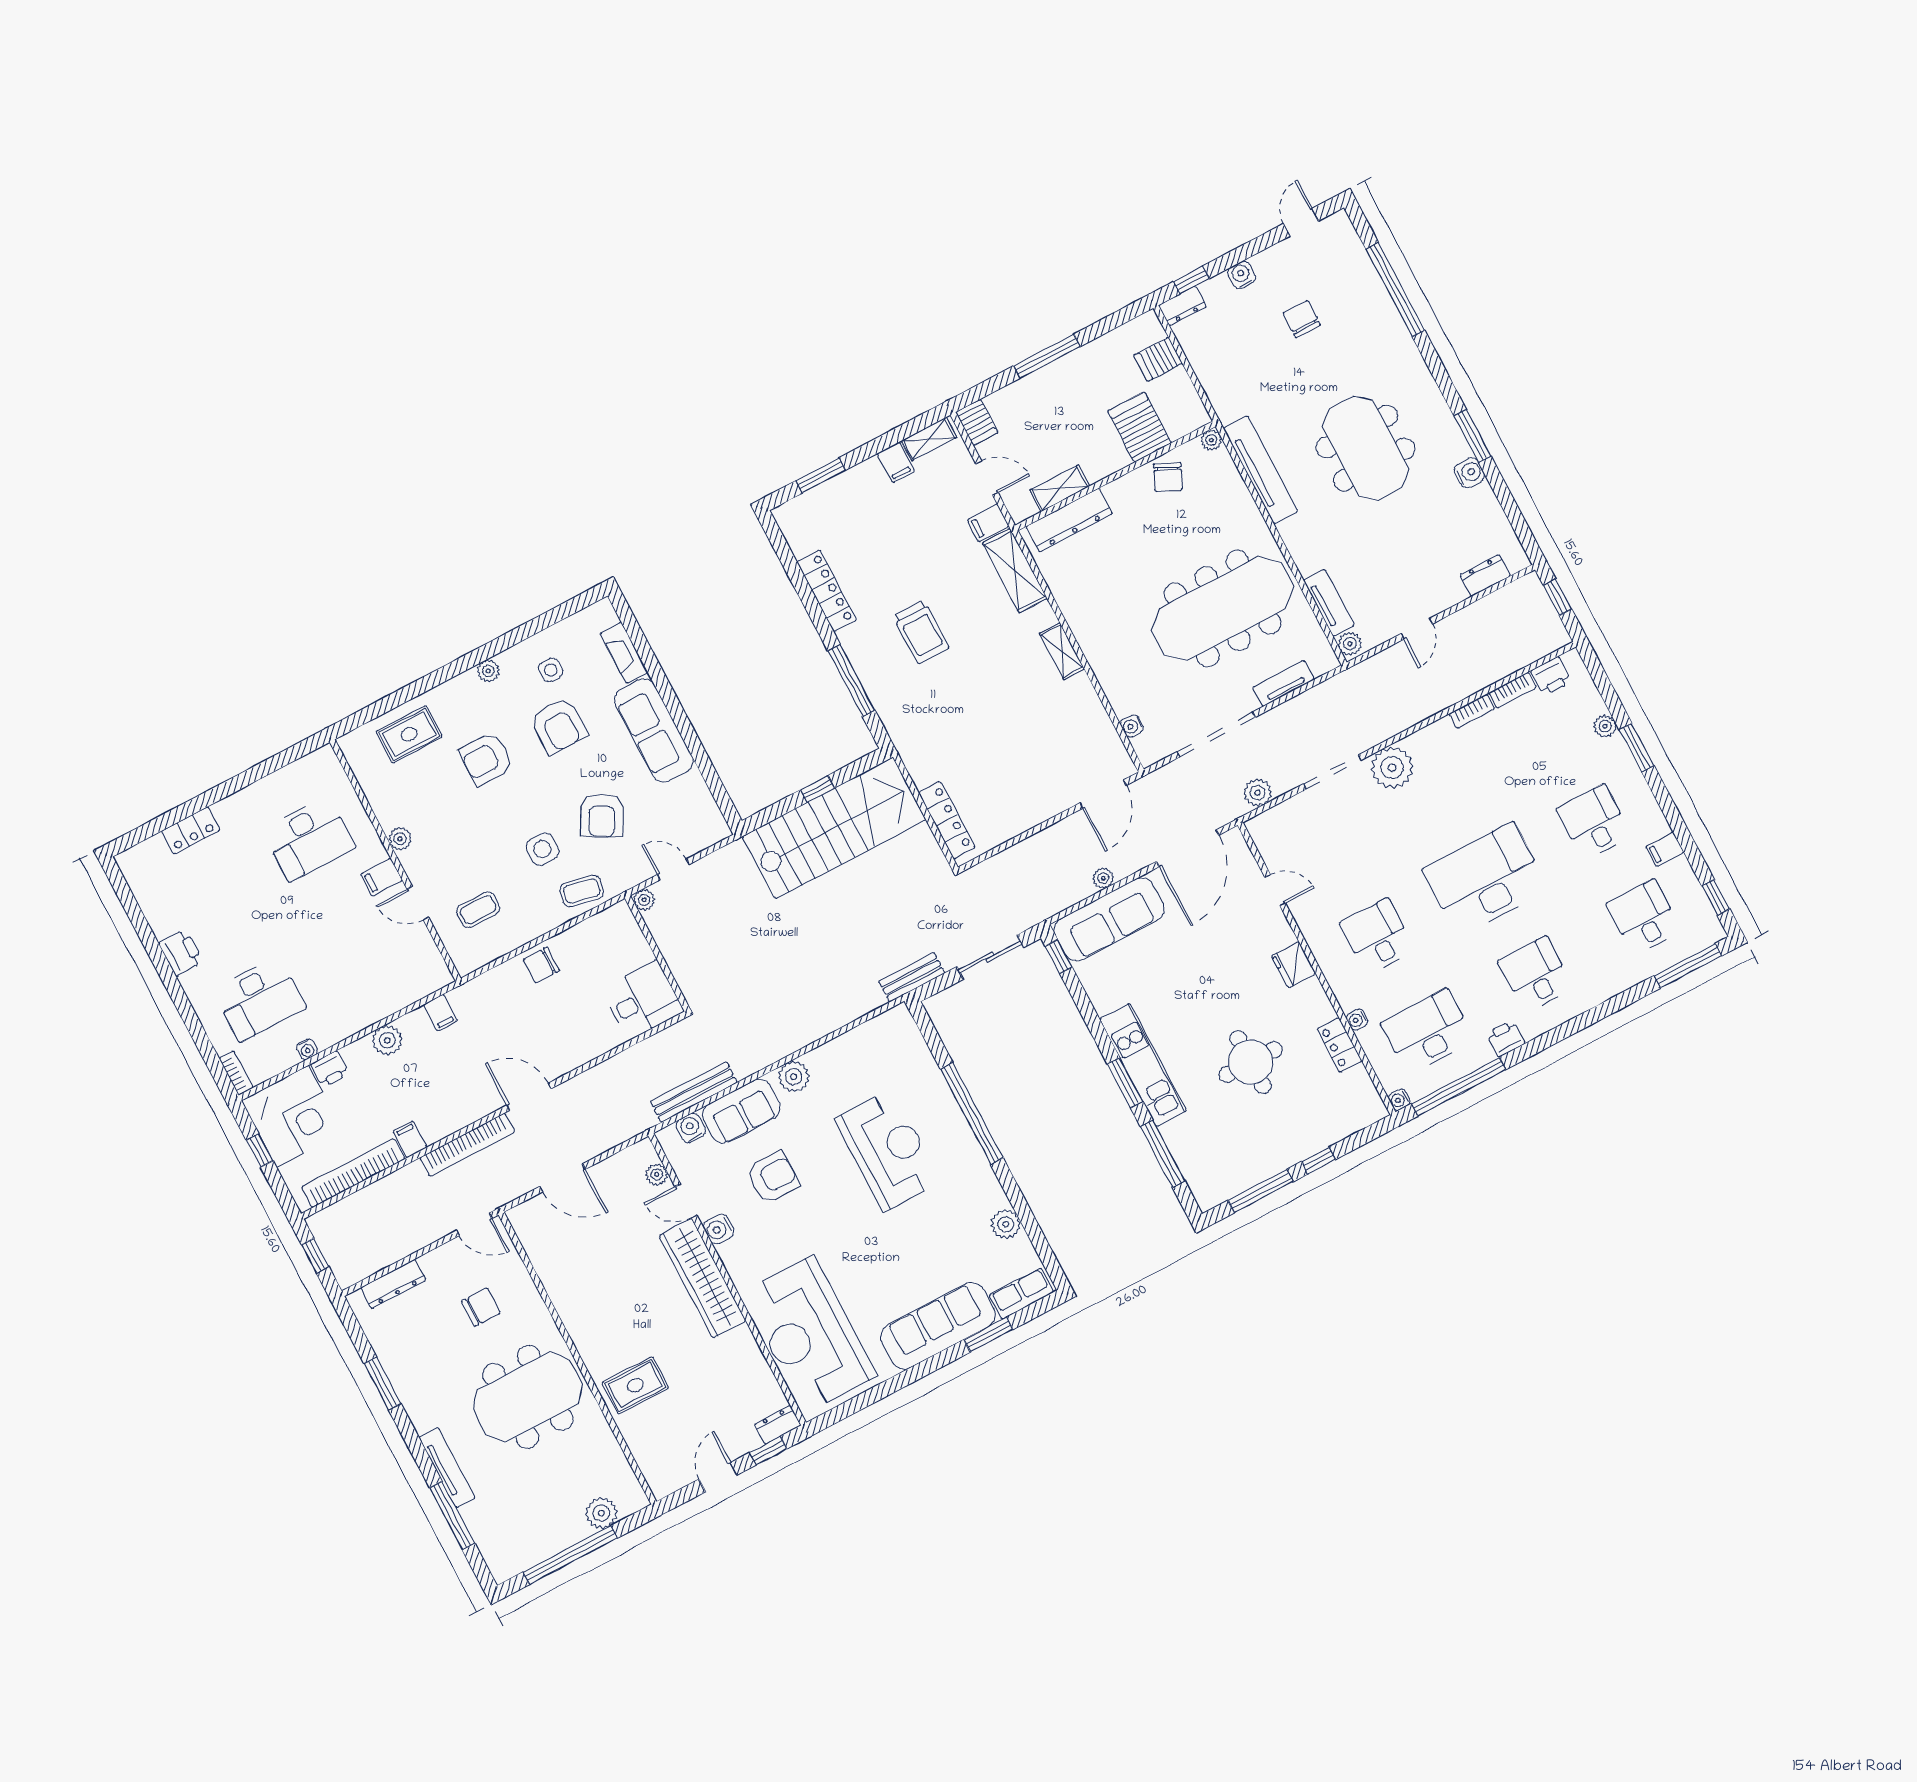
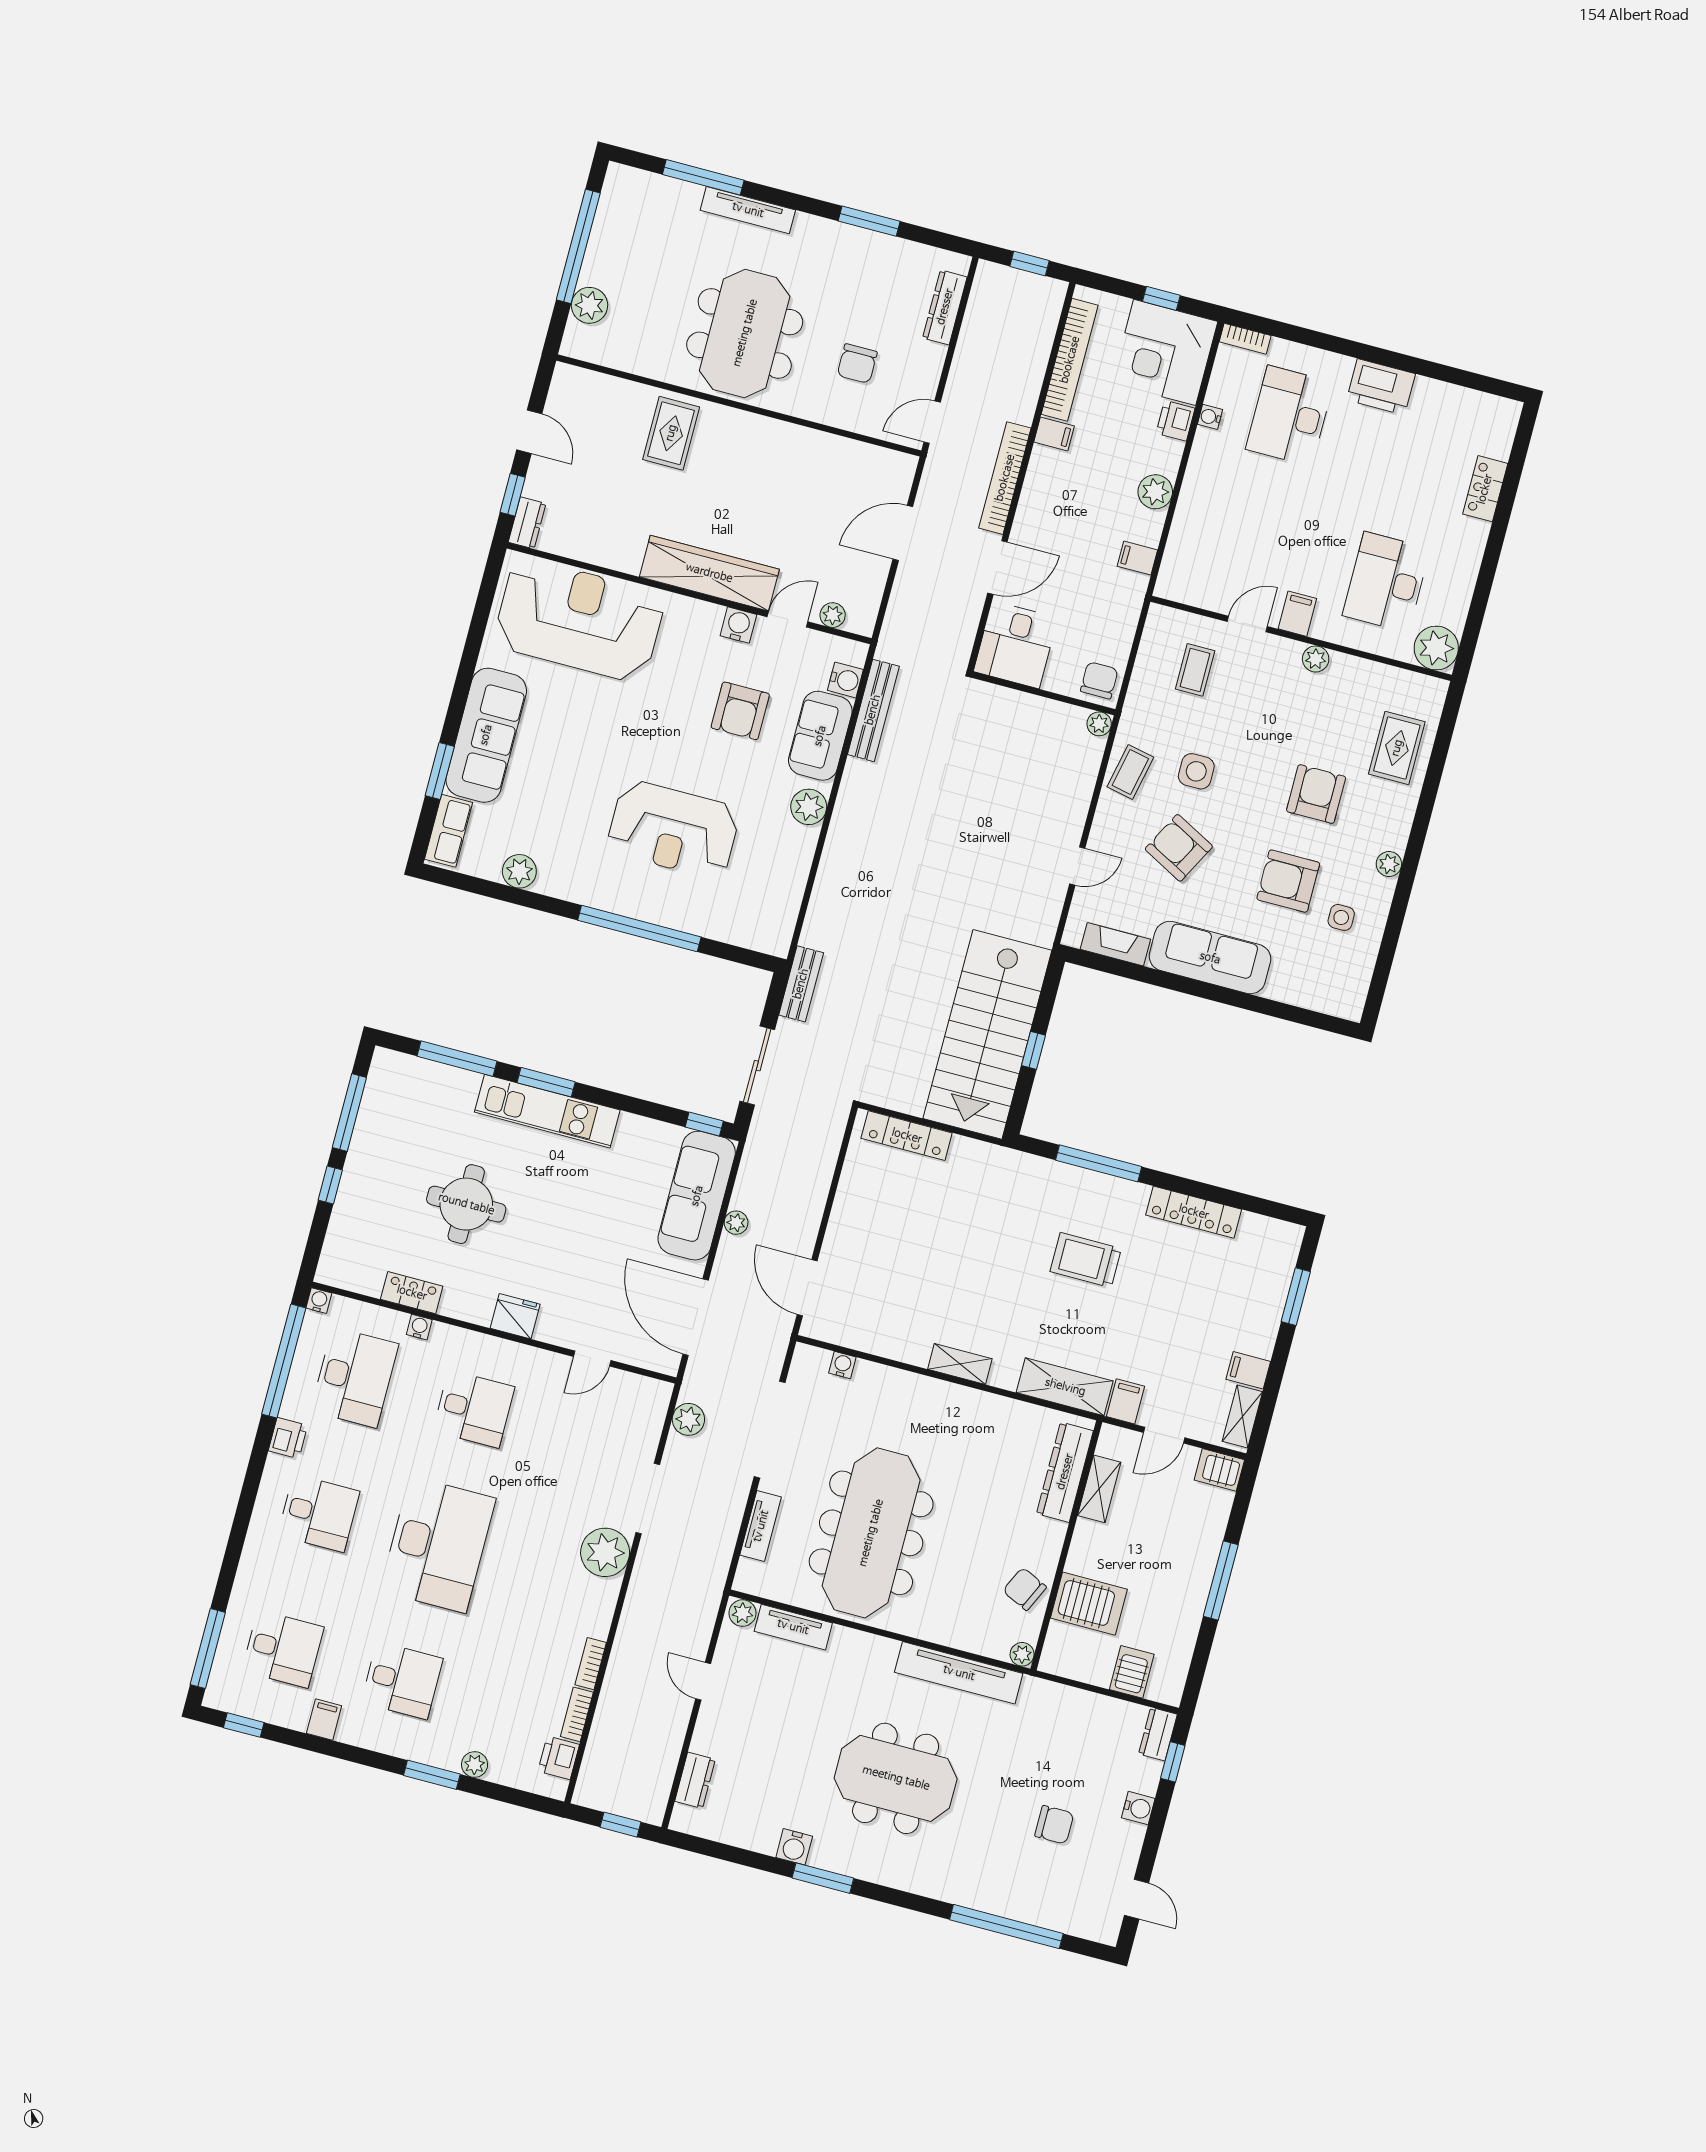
fireplace: (624, 653) -> (1115, 944), moved
plant: (322, 768) -> (1436, 648), added
plant: (644, 900) -> (1099, 724), moved
printer: (181, 953) -> (1381, 387), width x1.37, depth x1.19
wall: (657, 954) -> (1044, 693), moved
desk: (643, 1000) -> (1016, 645), moved

